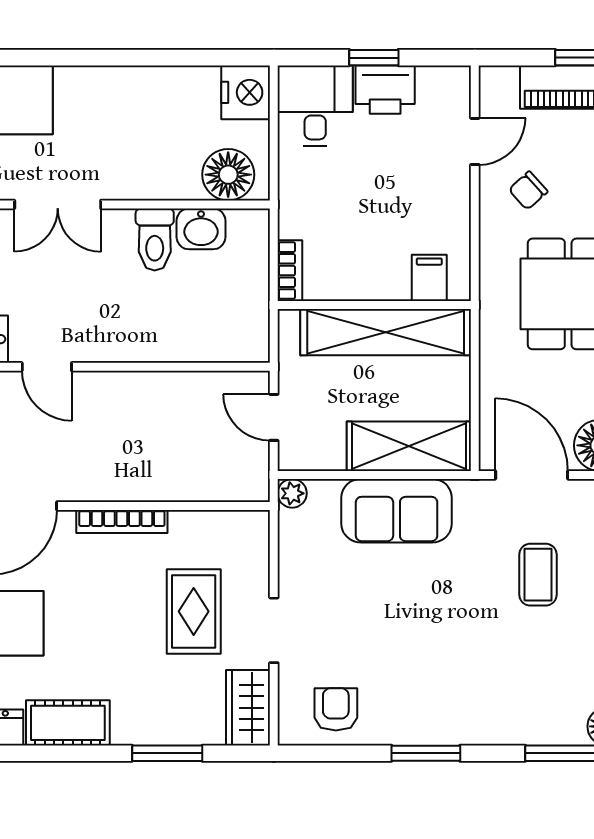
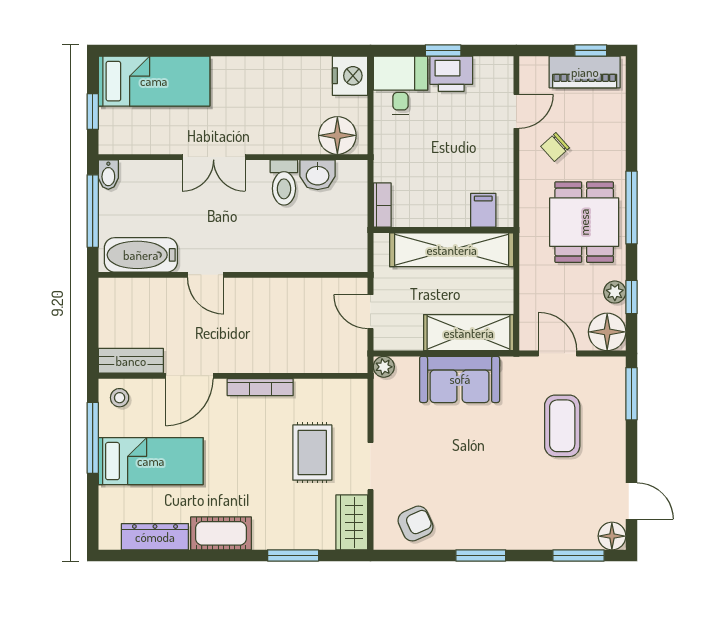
door: (532, 475) -> (558, 353), width x0.73
coffee table: (538, 575) -> (562, 426), width x1.36, depth x1.30
armchair: (336, 709) -> (415, 524), turned 66

